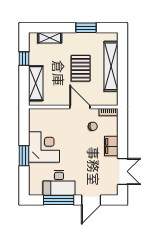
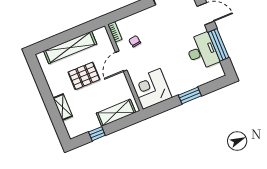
window: (86, 28) -> (43, 87), removed
shelving: (50, 38) -> (63, 107), moved
filing cabinet: (111, 146) -> (146, 16), removed
corner desk: (44, 147) -> (151, 89), moved

